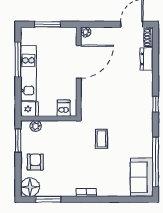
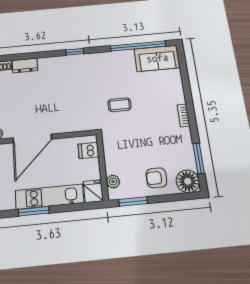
window: (18, 60) -> (34, 211), width x0.69
door: (79, 62) -> (32, 138), swing flipped

